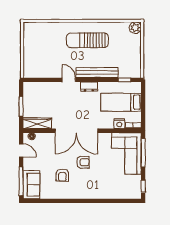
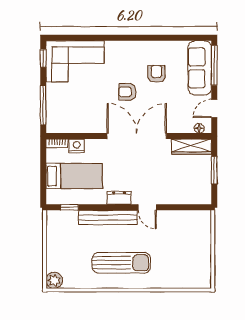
door: (21, 150) -> (214, 108), hinge flipped
corner sofa: (126, 153) -> (75, 61), moved, turned 90
sofa: (31, 185) -> (200, 68), width x1.36

